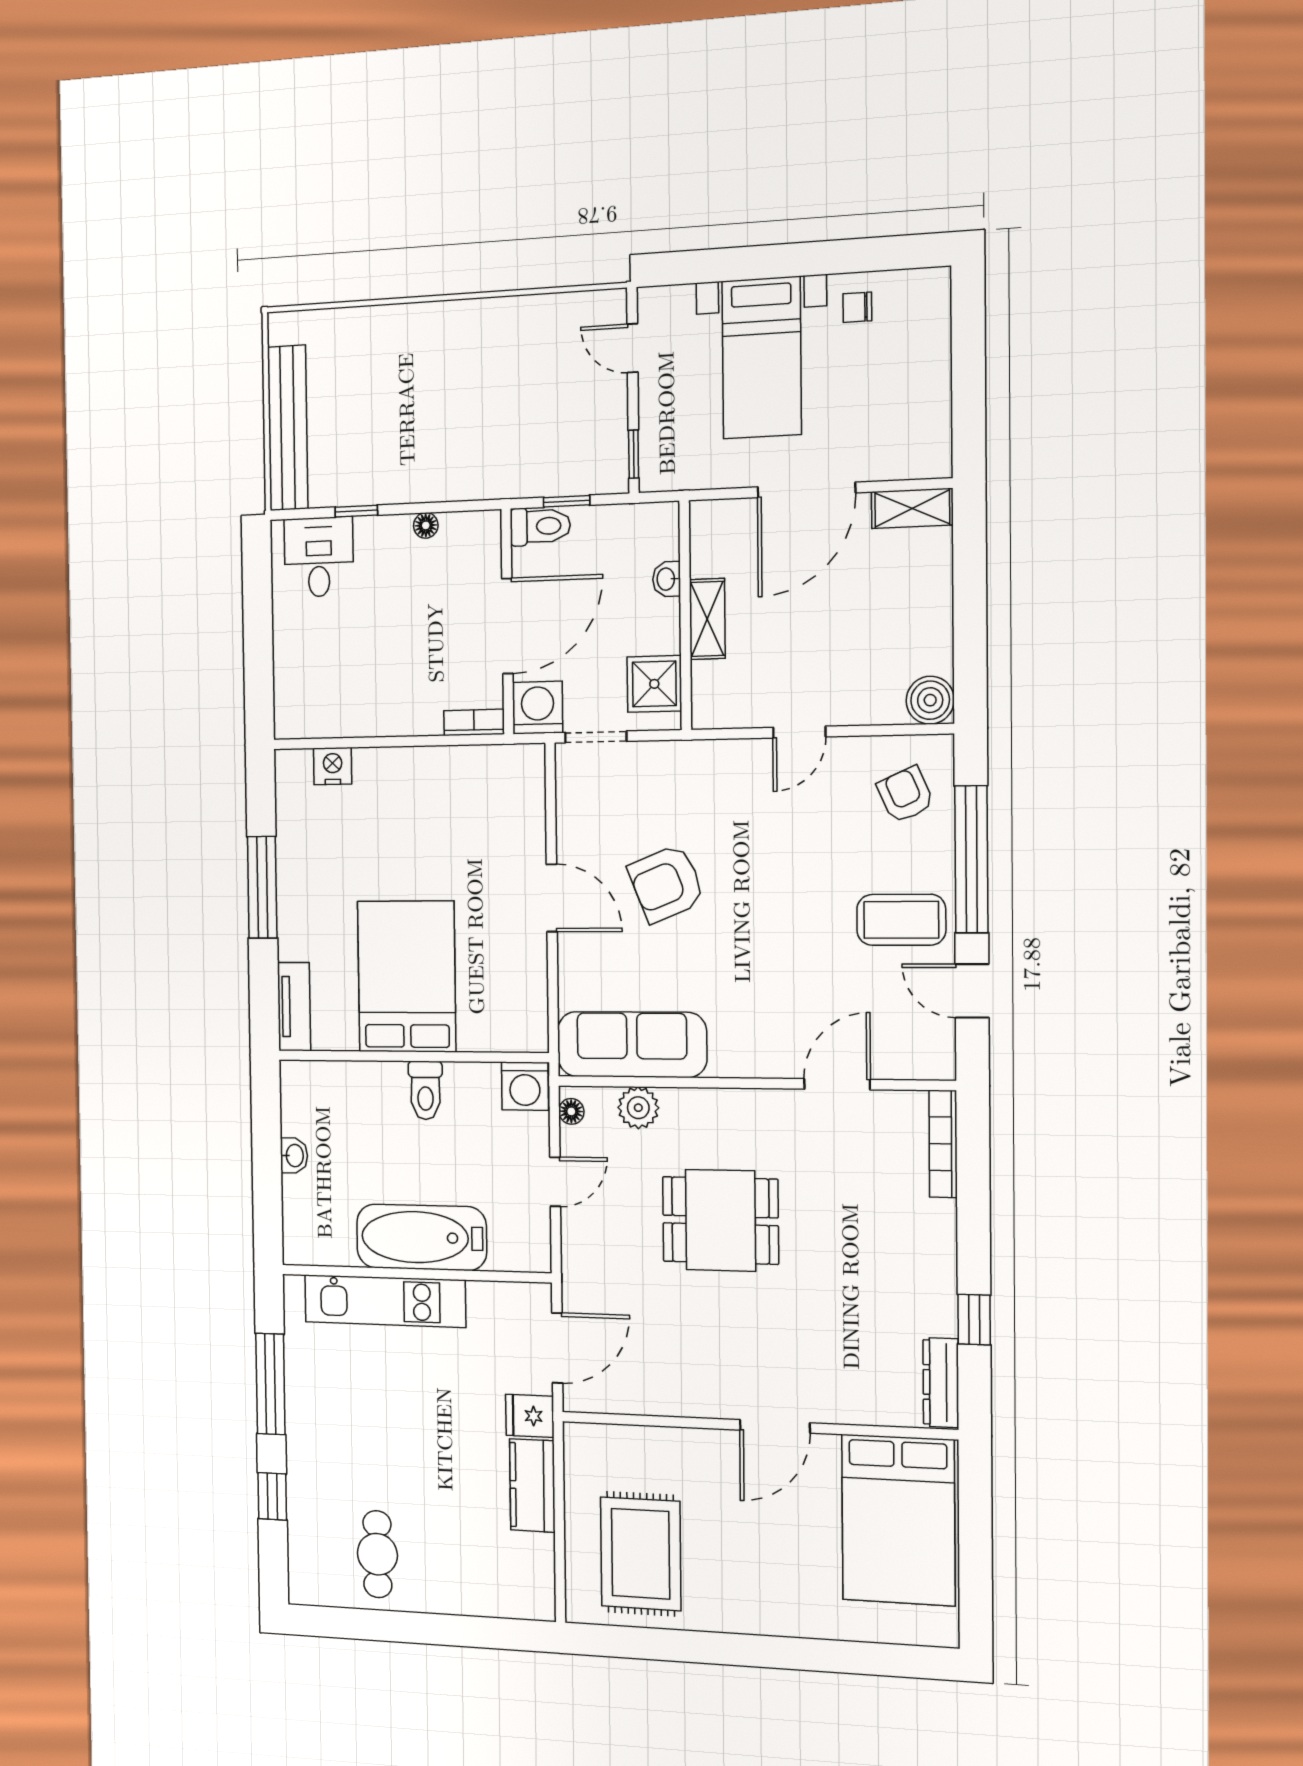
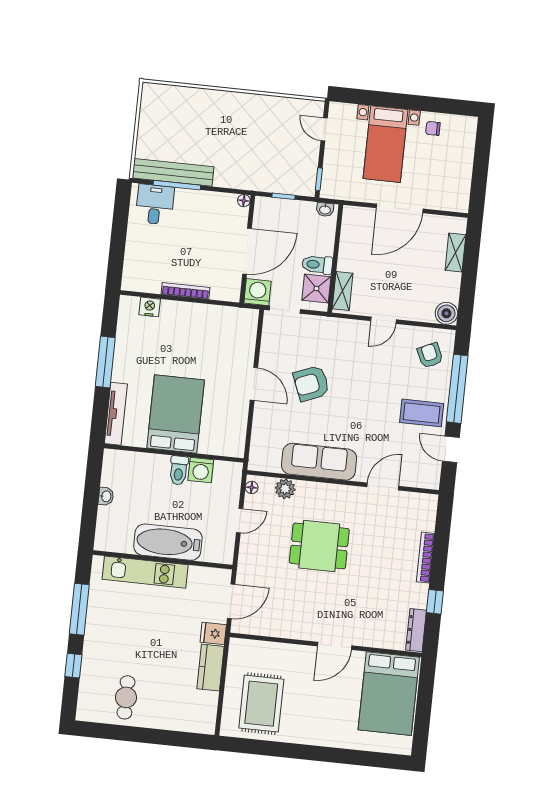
bench: (288, 428) -> (173, 172), moved, turned 90
shelving: (912, 508) -> (455, 253), moved, turned 90
window: (356, 511) -> (177, 185), width x2.17
floor lamp: (426, 525) -> (244, 201), moved
toilet: (540, 526) -> (317, 265), moved, turned 180
washbasin: (667, 579) -> (325, 210), moved, turned -90
shelving: (707, 619) -> (343, 291), moved
bookcase: (474, 722) -> (185, 291), moved, width x1.56
tv unit: (294, 1007) -> (116, 414), width x1.41
sofa: (632, 1044) -> (319, 462), moved
washing machine: (525, 1086) -> (201, 470), moved
bookcase: (943, 1144) -> (425, 558), moved

